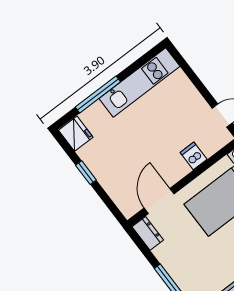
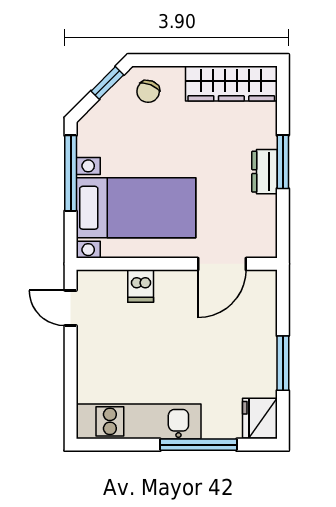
window: (86, 173) -> (283, 363), width x1.50
dresser: (148, 233) -> (265, 172), moved

